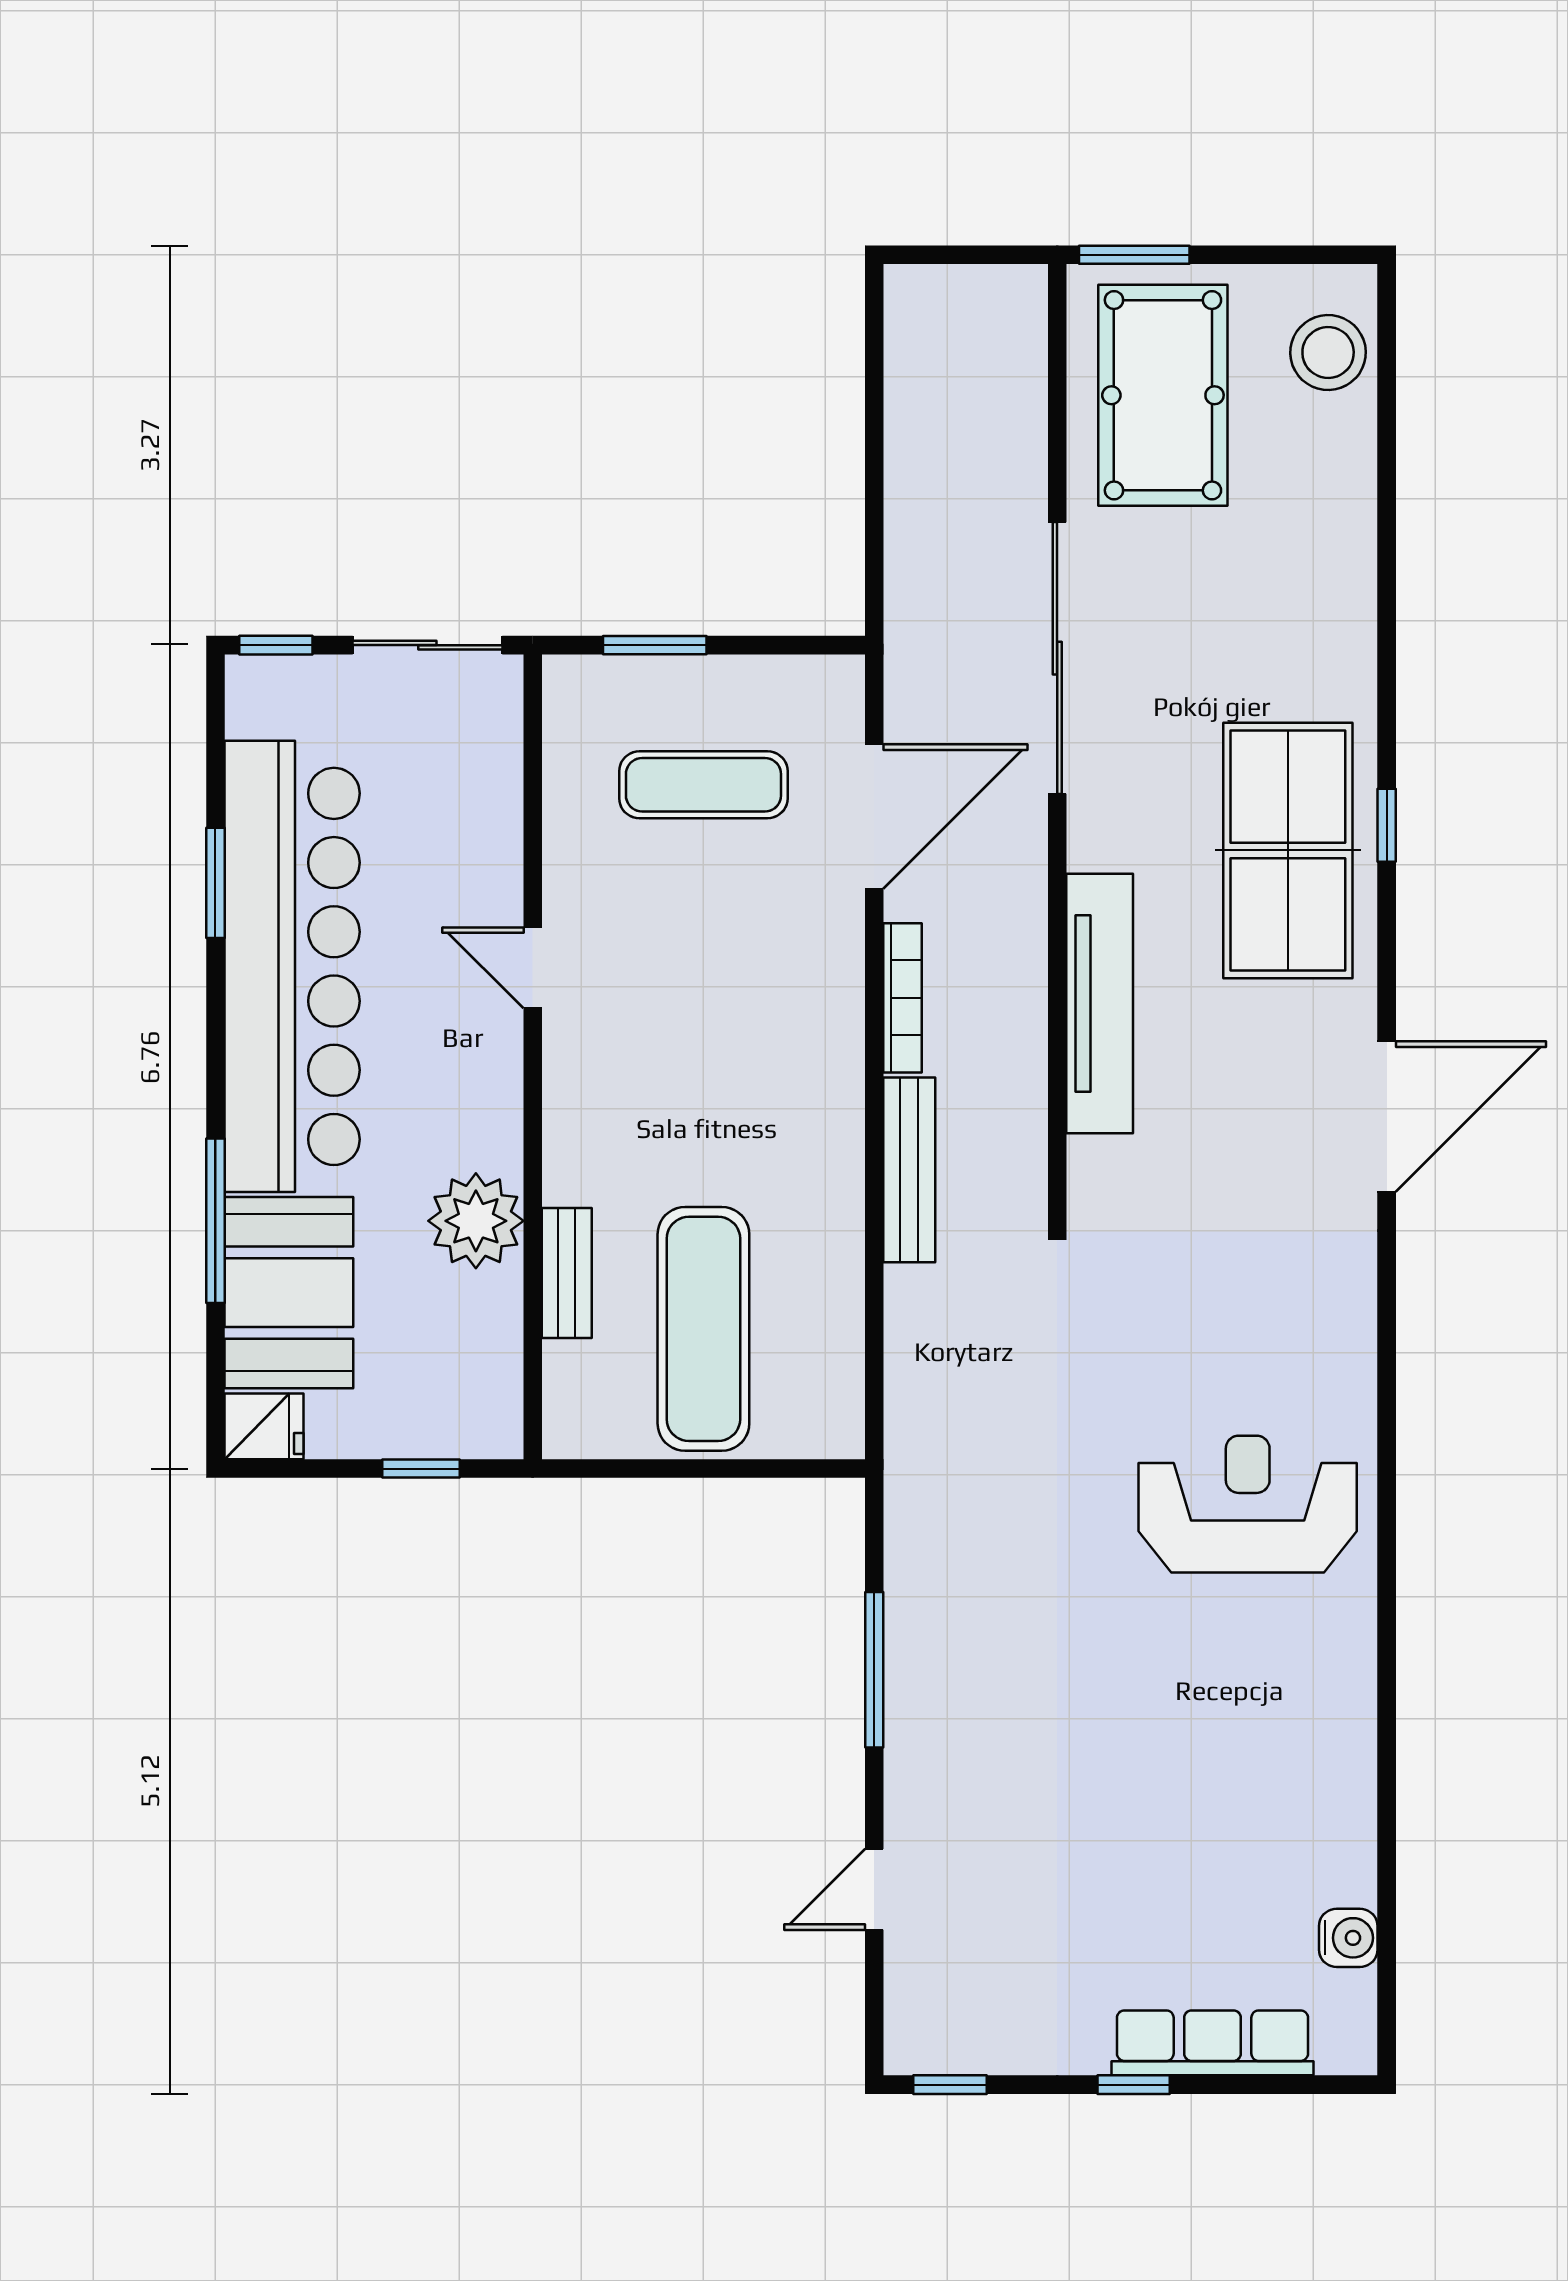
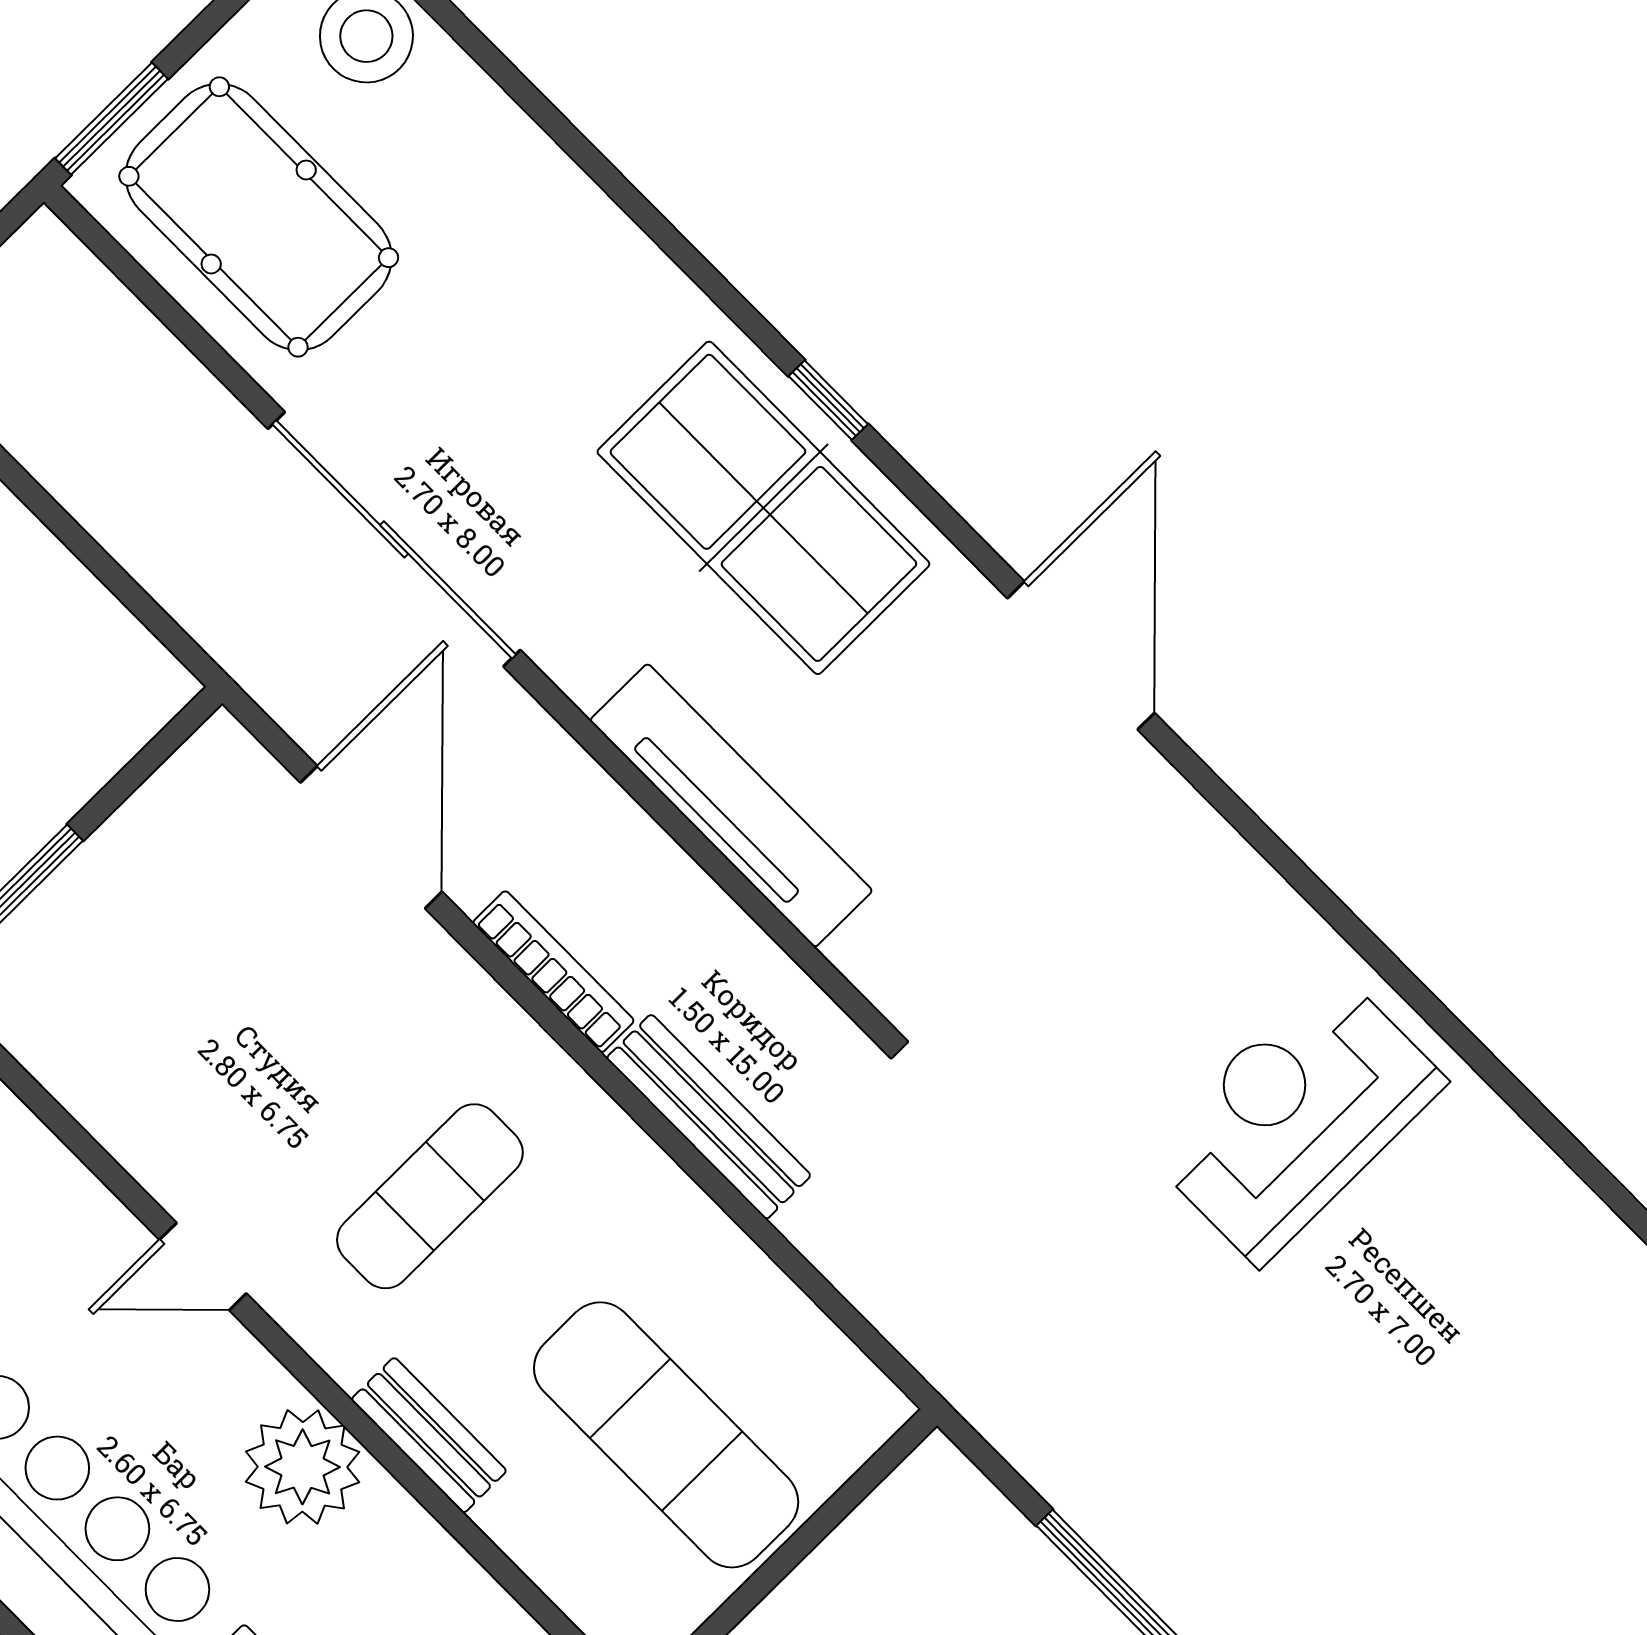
exercise mat: (703, 785) -> (430, 1196), moved
plant: (476, 1221) -> (303, 1467), moved
bench: (567, 1273) -> (429, 1435), moved

